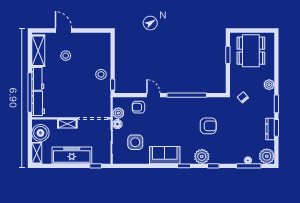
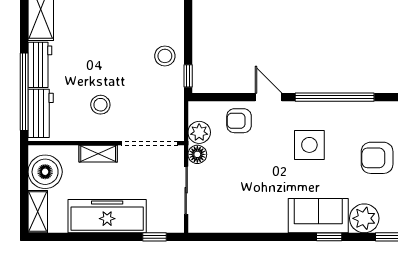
stool: (66, 56) -> (100, 105), moved
armchair: (208, 126) -> (377, 158), turned 180
side table: (135, 142) -> (309, 145), moved
sofa: (165, 155) -> (318, 216), moved

